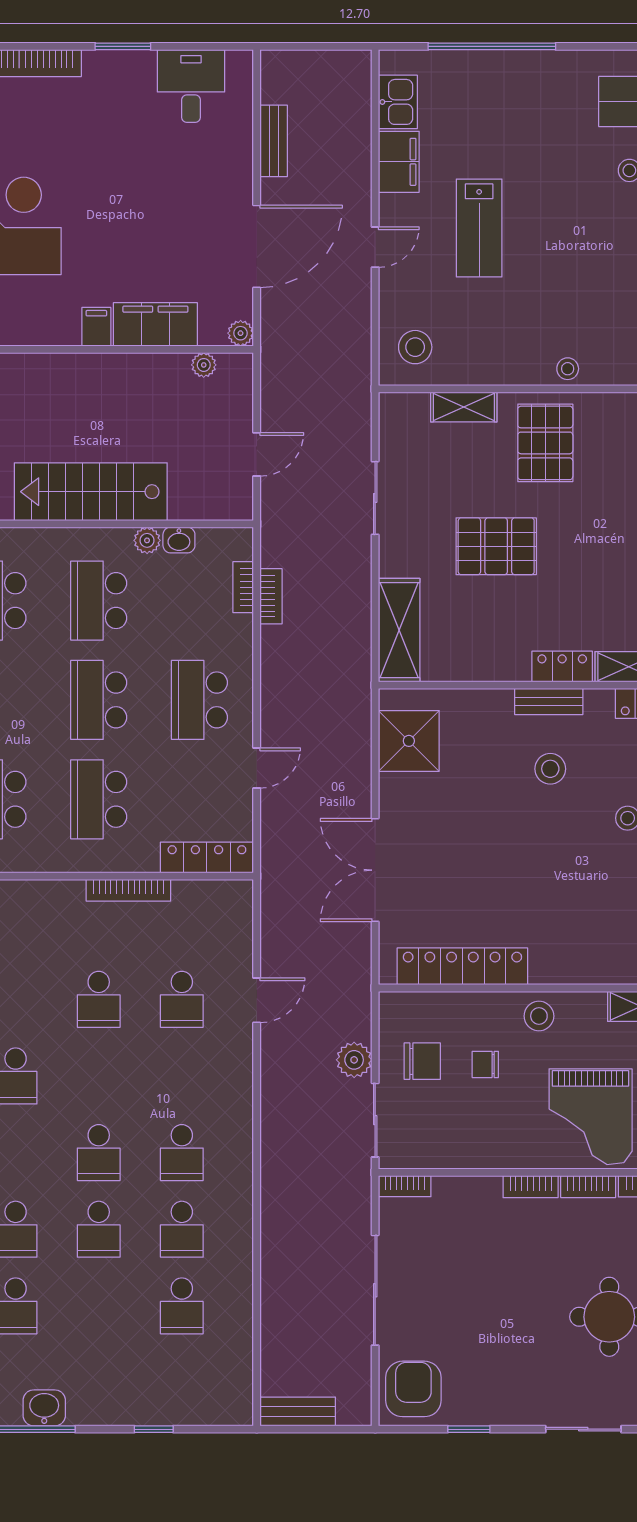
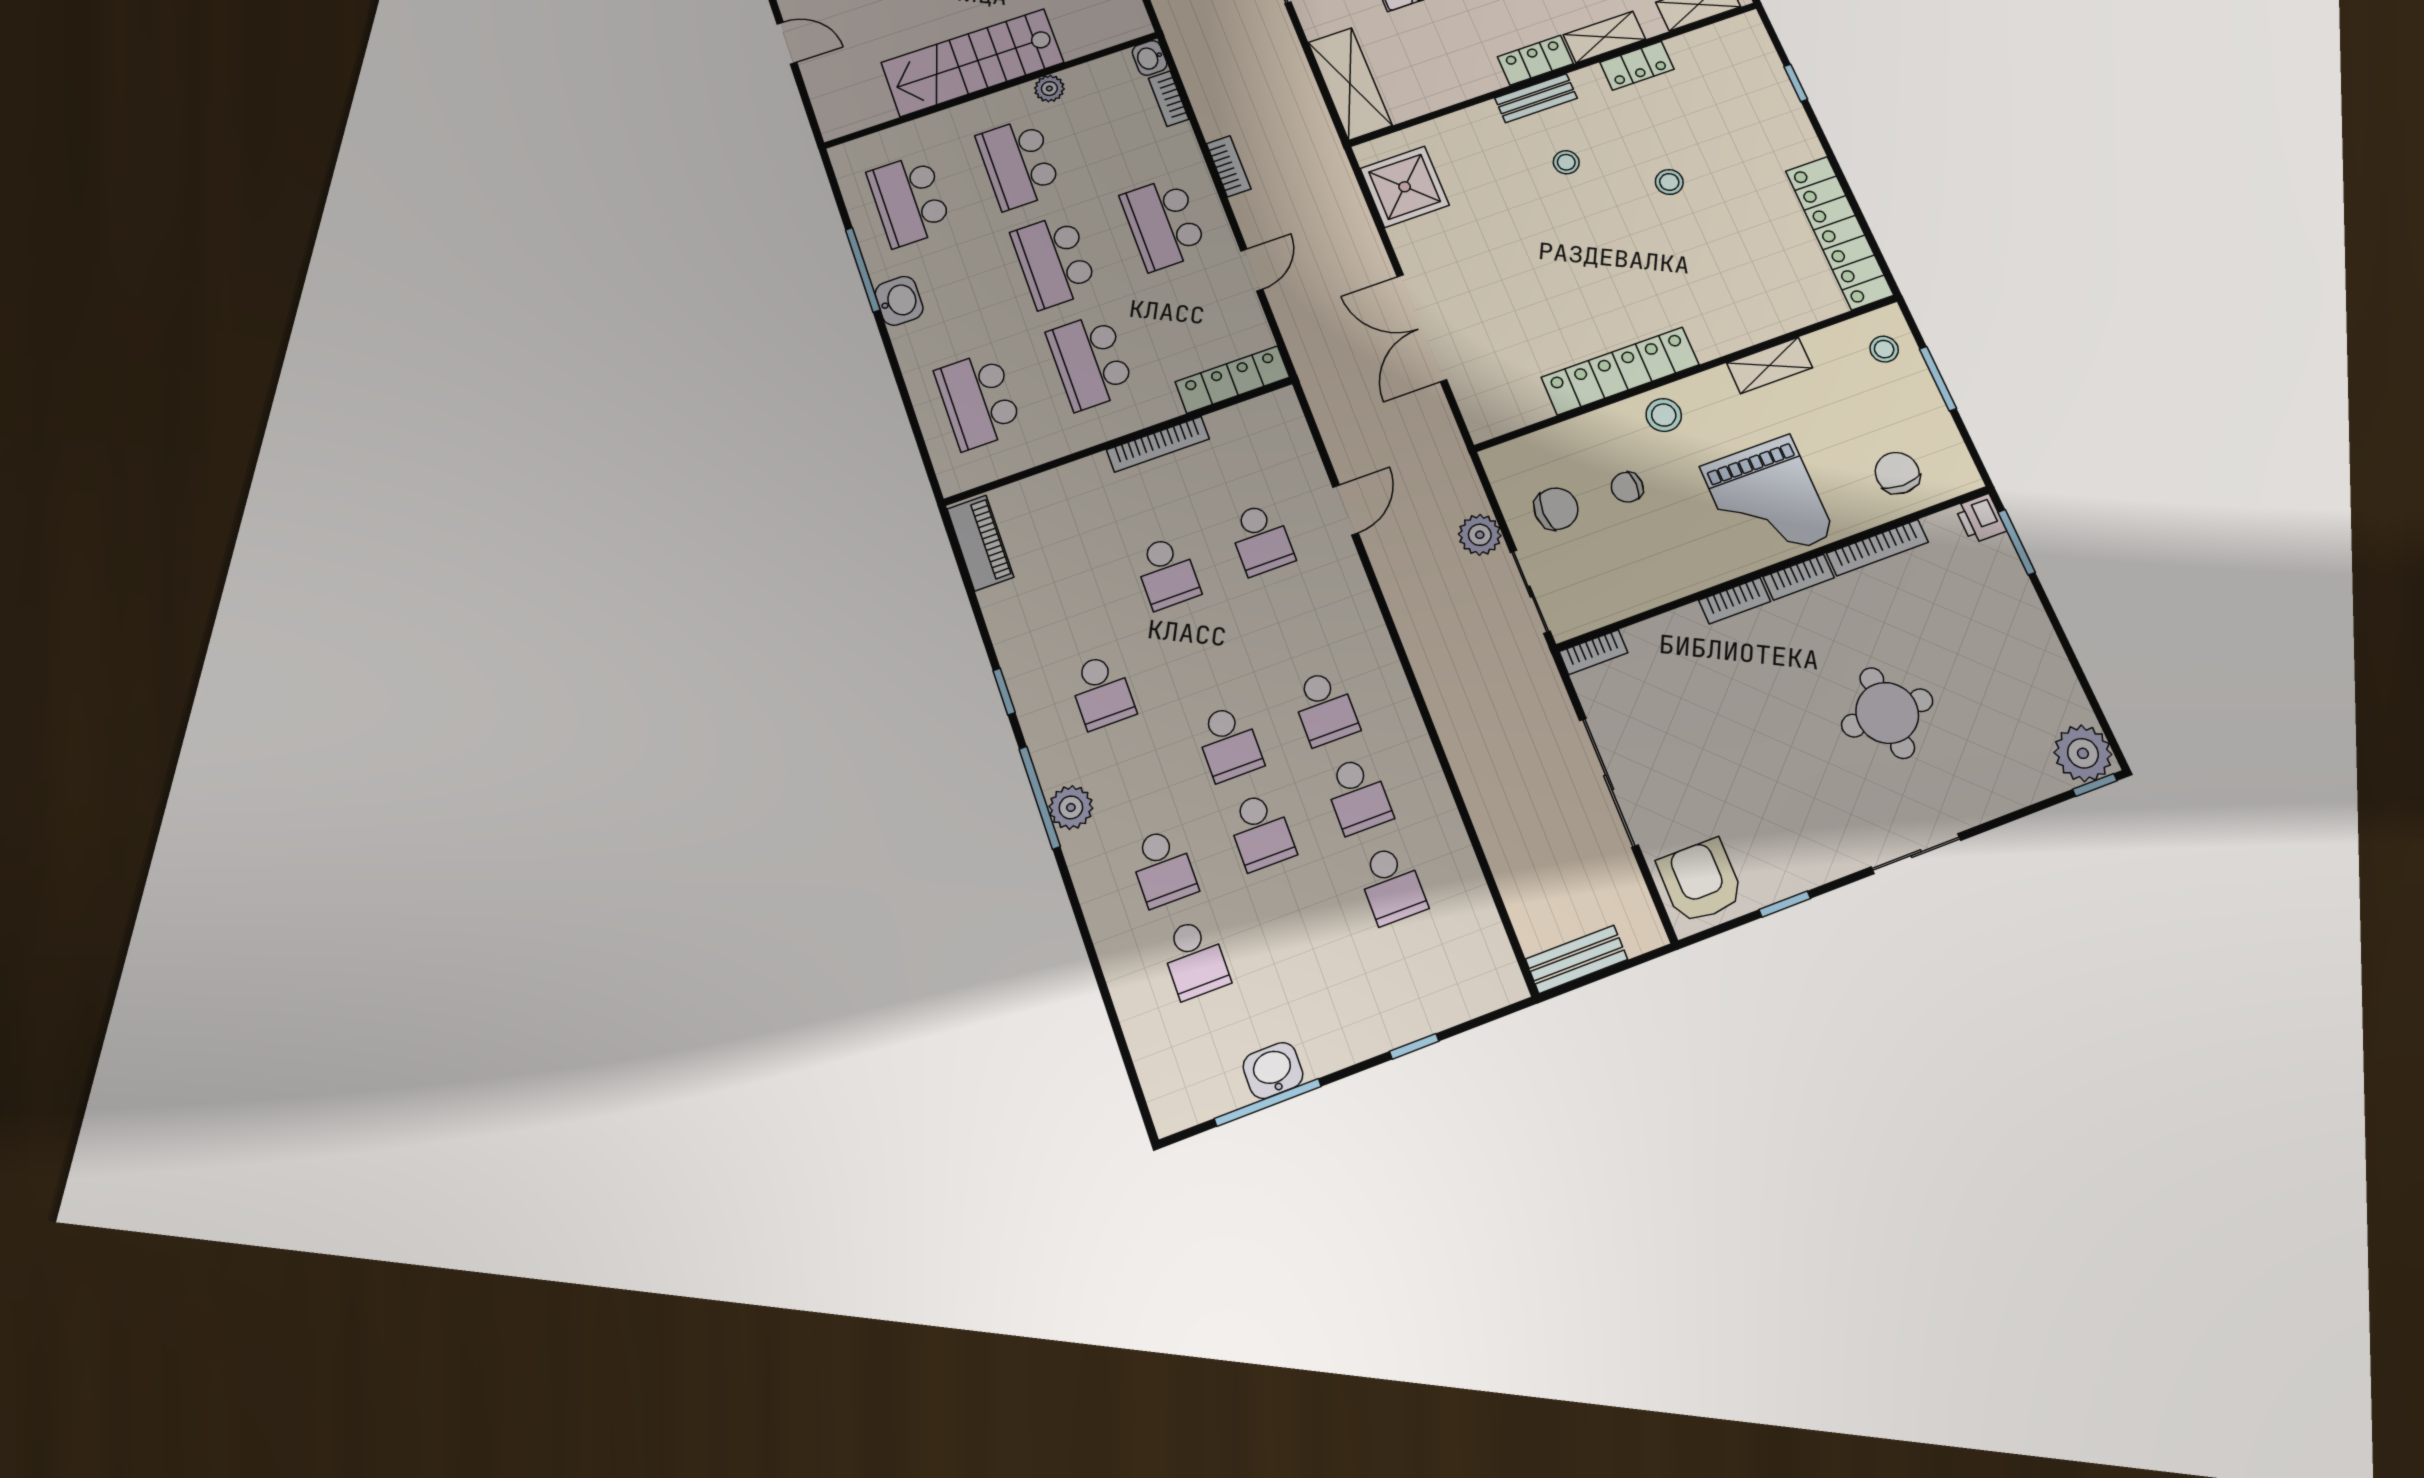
washbasin: (179, 540) -> (1150, 58), moved, turned 90
bookcase: (271, 596) -> (1229, 166), moved
stool: (550, 769) -> (1566, 162), width x0.73, depth x0.73
locker: (462, 966) -> (1620, 371), moved

